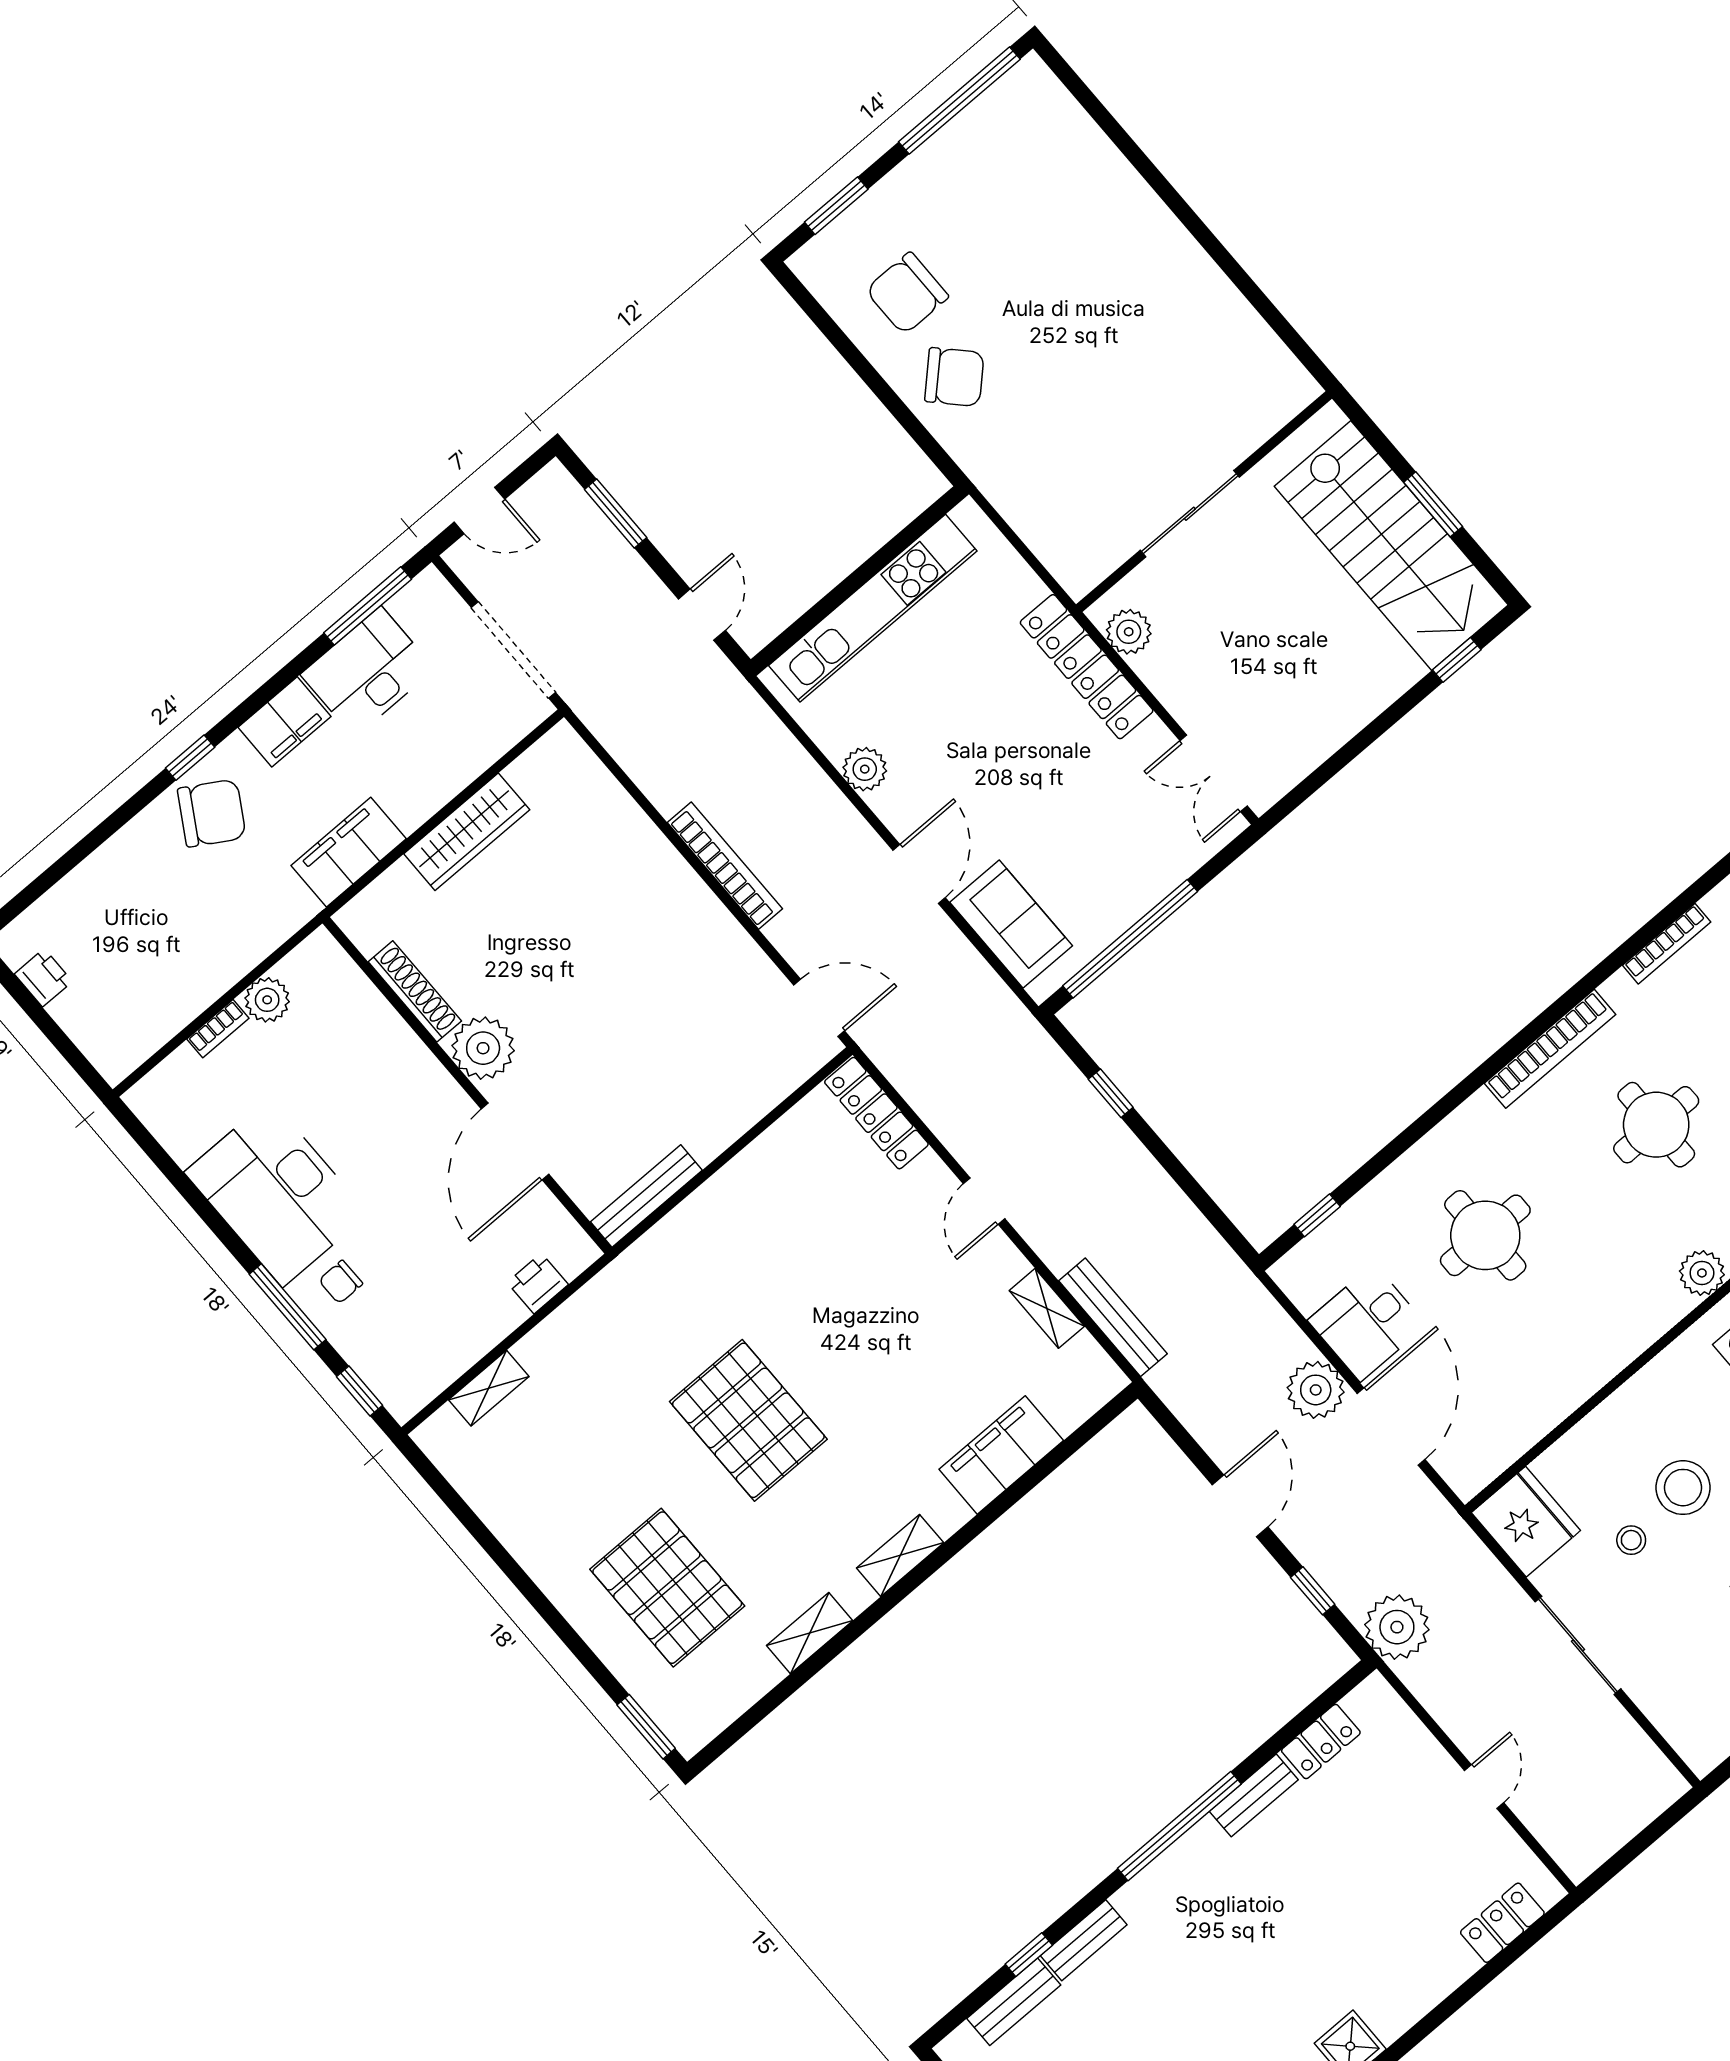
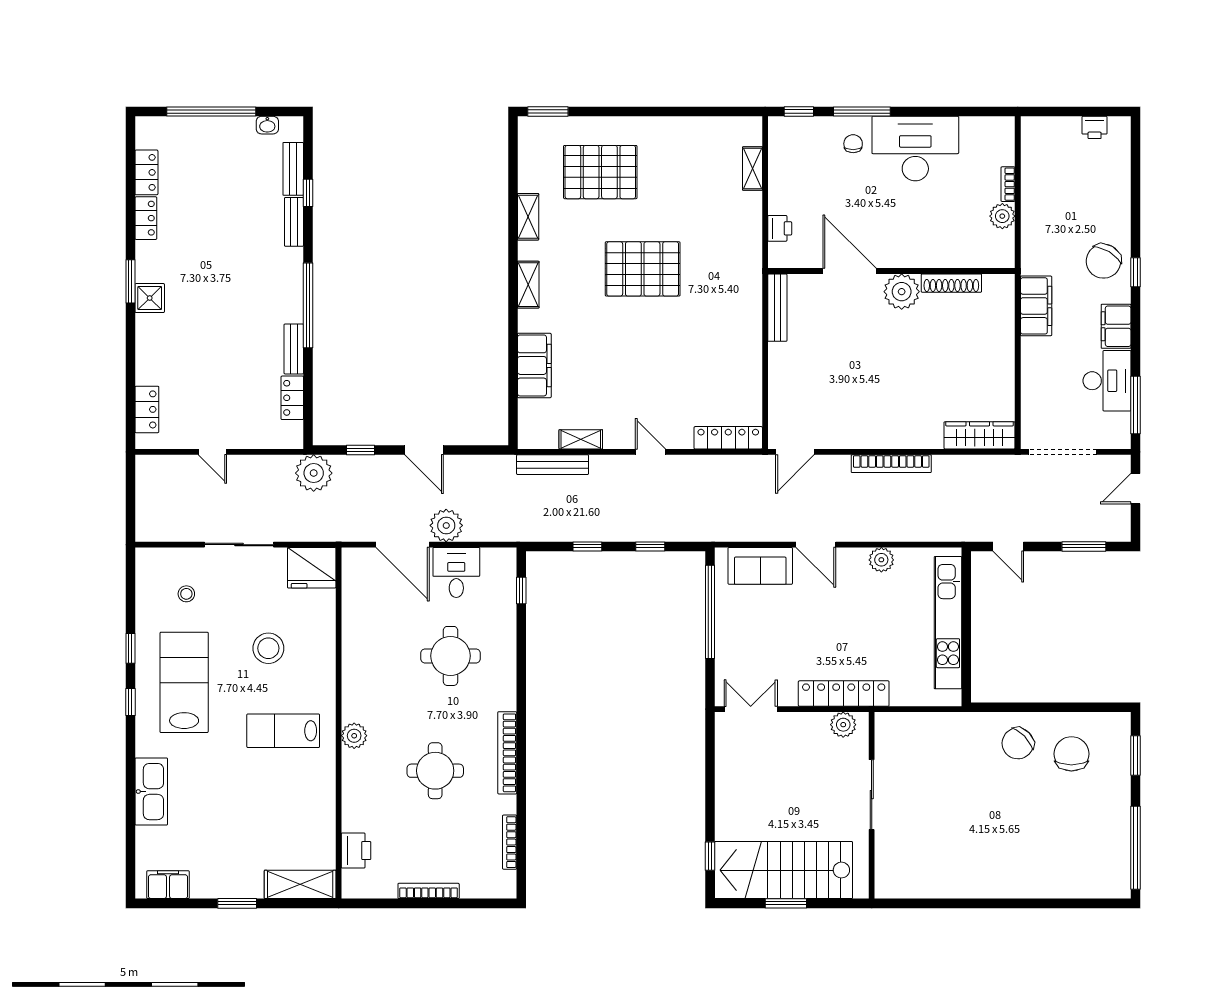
wardrobe: (467, 832) -> (980, 435), moved, turned 90
window: (1182, 1177) -> (587, 546), added
stool: (1631, 1540) -> (186, 594), moved

